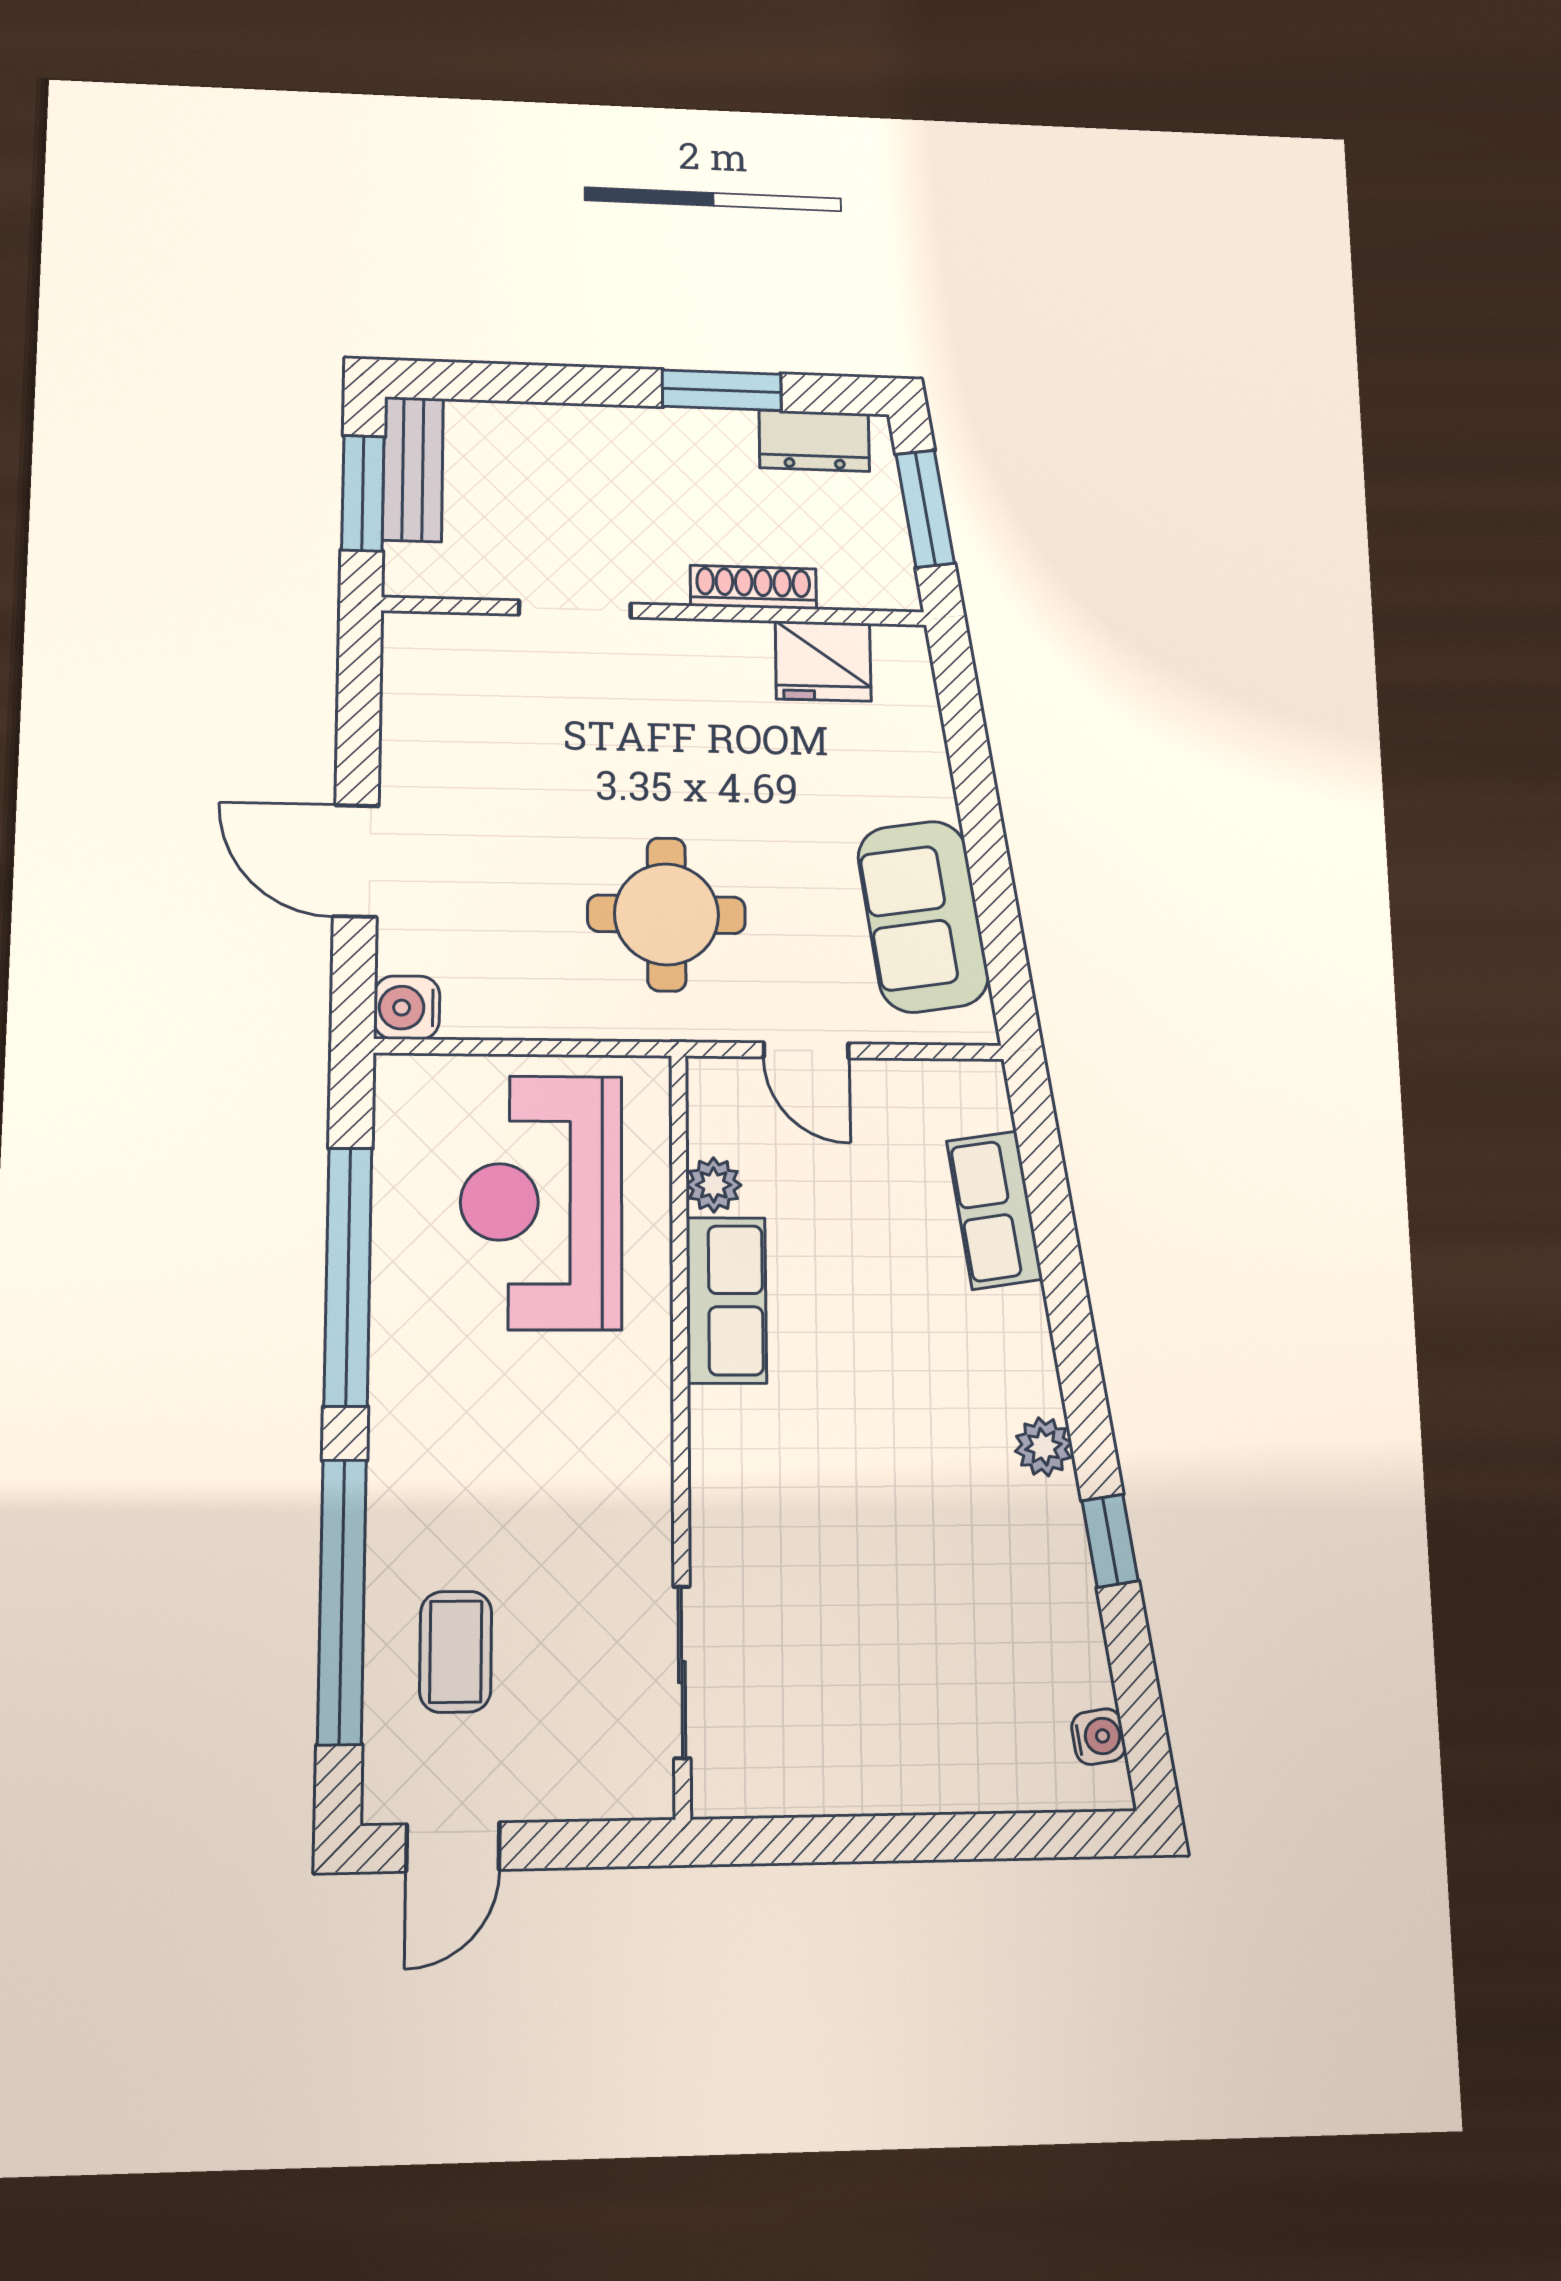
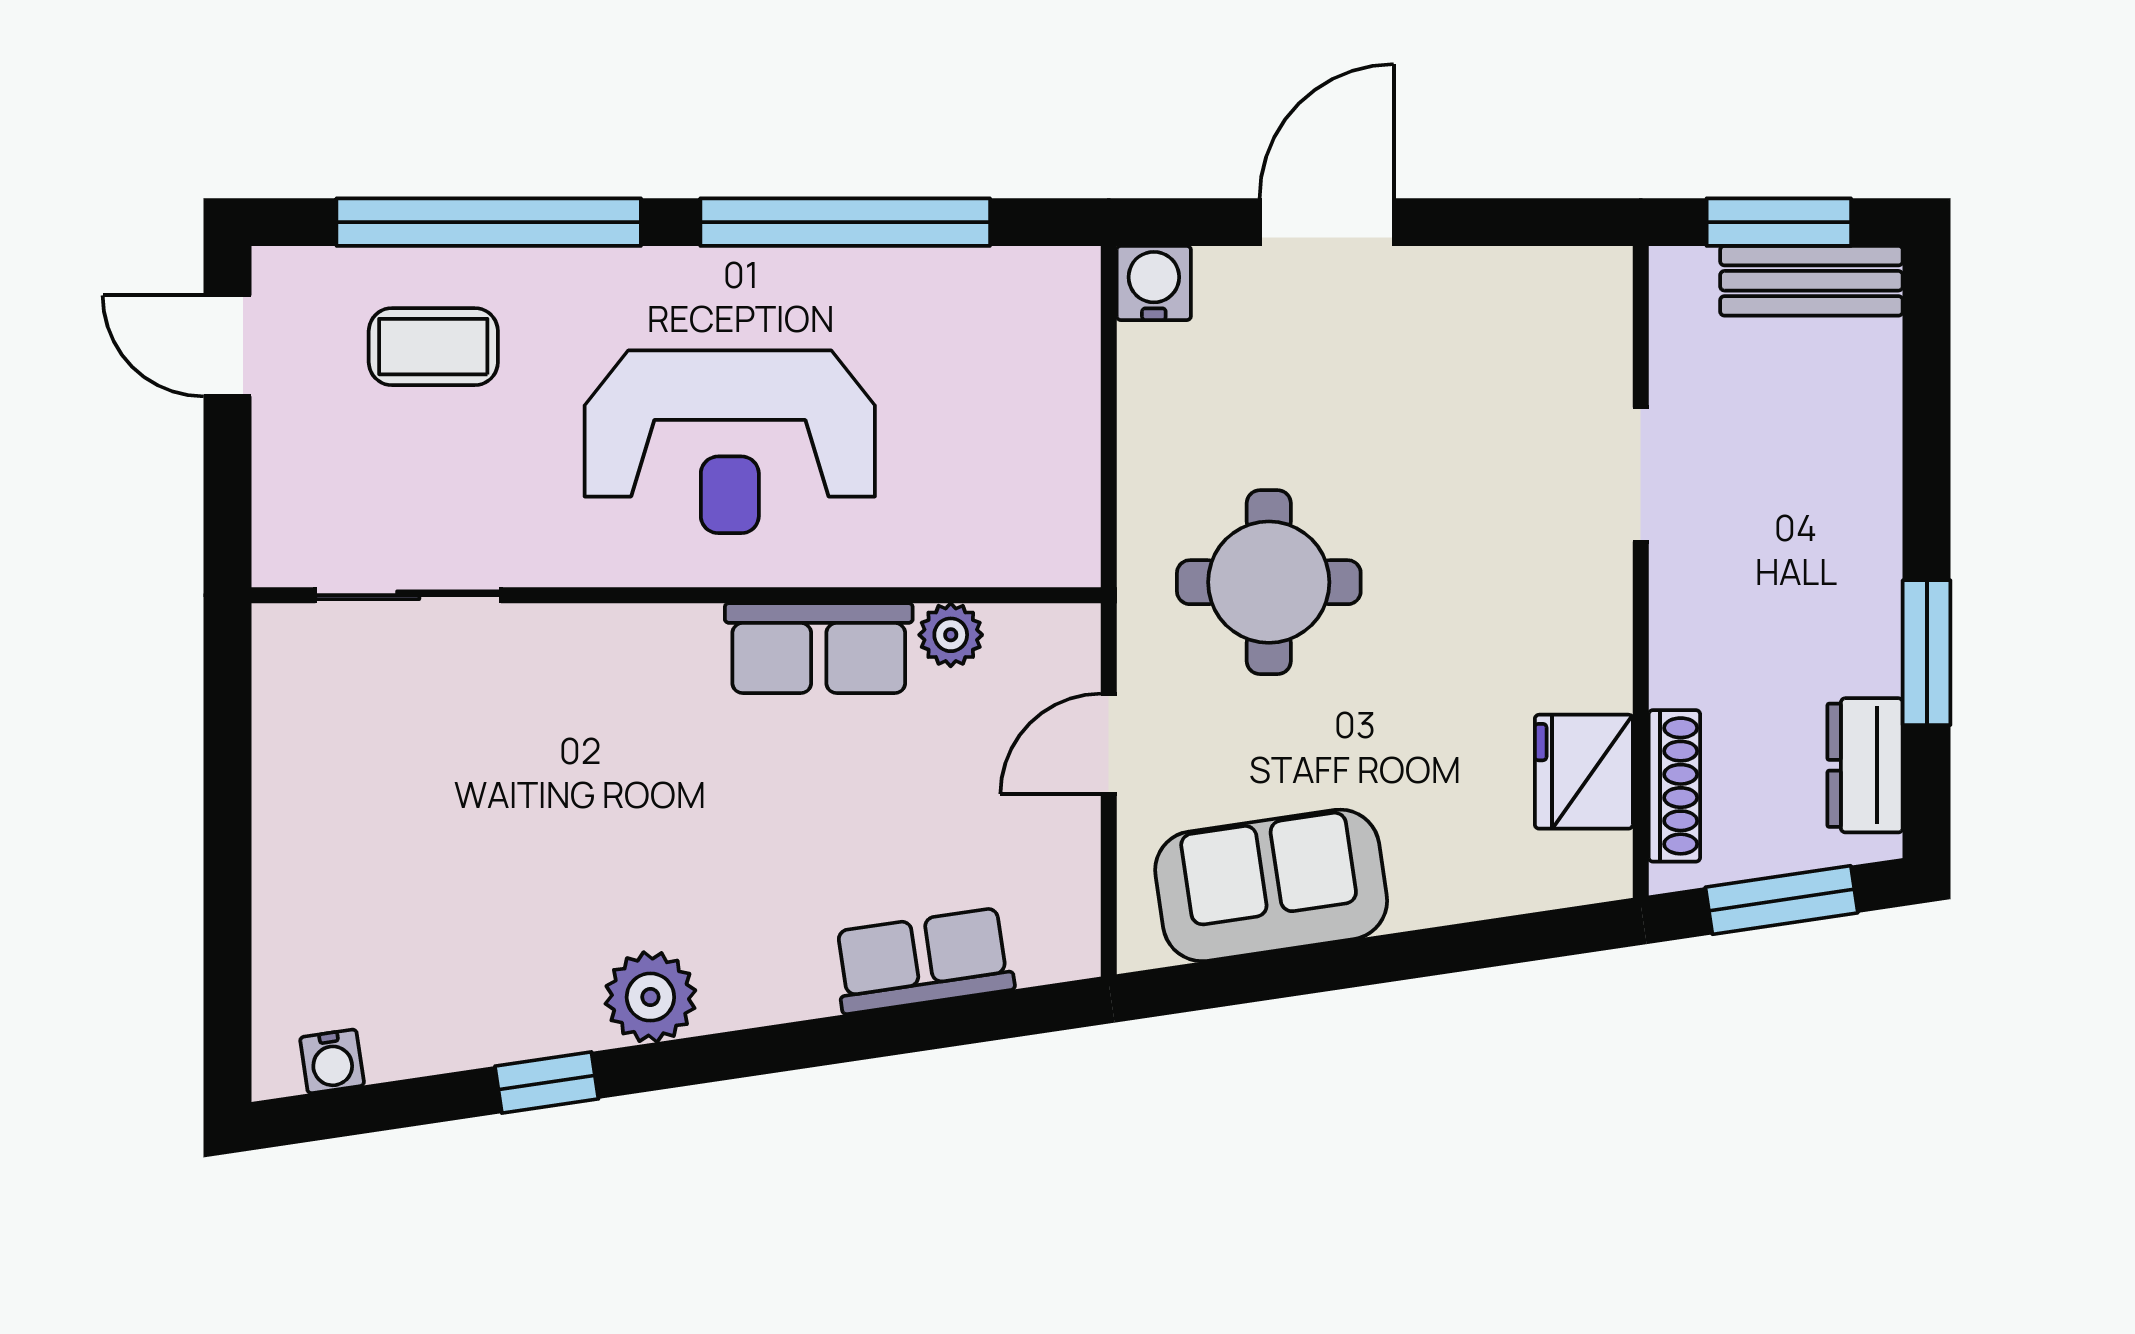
shoe rack: (753, 587) -> (1674, 786), moved
reception desk: (541, 1202) -> (730, 442), moved, turned 180
plant: (1043, 1447) -> (650, 997), width x1.38, depth x1.38

